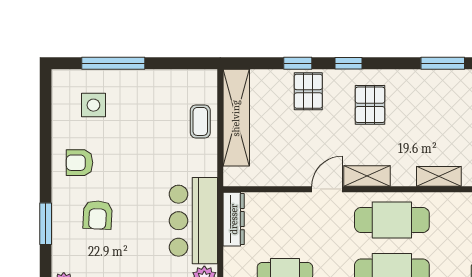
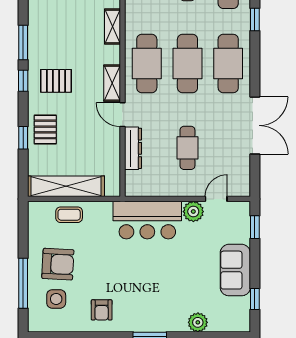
window: (349, 63) -> (23, 81), moved
window: (443, 63) -> (23, 43), moved
pallet: (308, 91) -> (45, 129), turned 90
armchair: (98, 215) -> (58, 264), moved, width x1.38, depth x1.38
dresser: (234, 219) -> (133, 148), moved, turned 90

